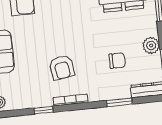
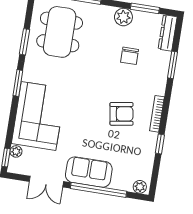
chair: (117, 61) -> (130, 56), turned 180

